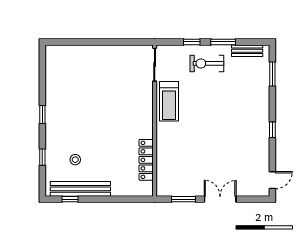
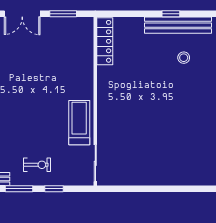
exercise bike: (207, 63) -> (37, 165), width x0.73, depth x0.72
locker: (146, 160) -> (105, 41), moved
window: (70, 199) -> (171, 14), moved

